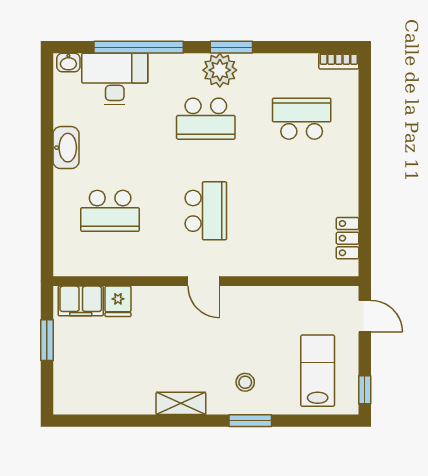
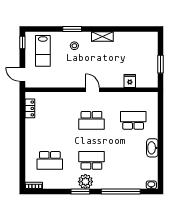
desk: (115, 79) -> (131, 178), removed
school desk: (206, 211) -> (91, 120), turned -90
filing cabinet: (81, 301) -> (146, 81), removed

